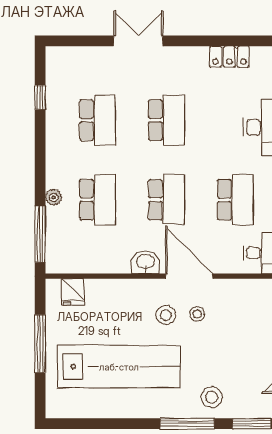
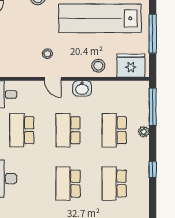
window: (40, 97) -> (153, 170), moved
door: (189, 276) -> (53, 79), width x0.53
fridge: (73, 292) -> (131, 65), width x1.88, depth x1.34
stool: (166, 315) -> (98, 66), moved

